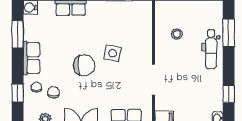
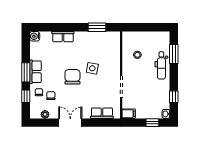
window: (18, 34) -> (26, 72), moved
chair: (84, 65) -> (72, 77), turned -90

